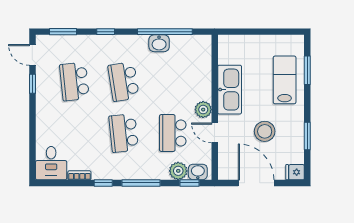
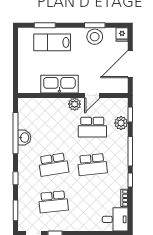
stool: (265, 131) -> (95, 37), moved
washbasin: (198, 172) -> (122, 108), removed

